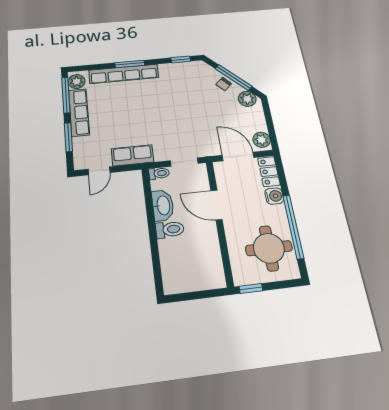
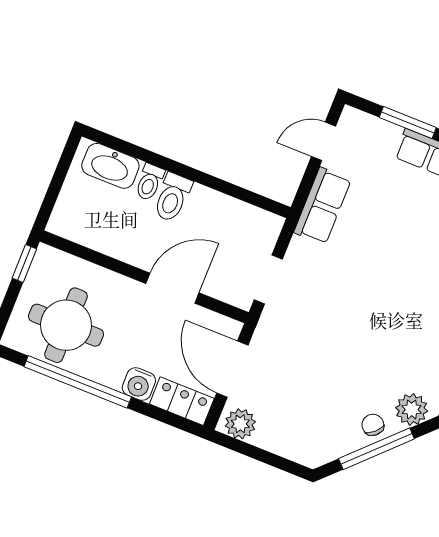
plant: (247, 99) -> (412, 409), moved
door: (238, 156) -> (232, 369), swing flipped
door: (99, 171) -> (323, 141), hinge flipped
toilet: (159, 173) -> (150, 182), moved
washbasin: (163, 205) -> (110, 166), moved

